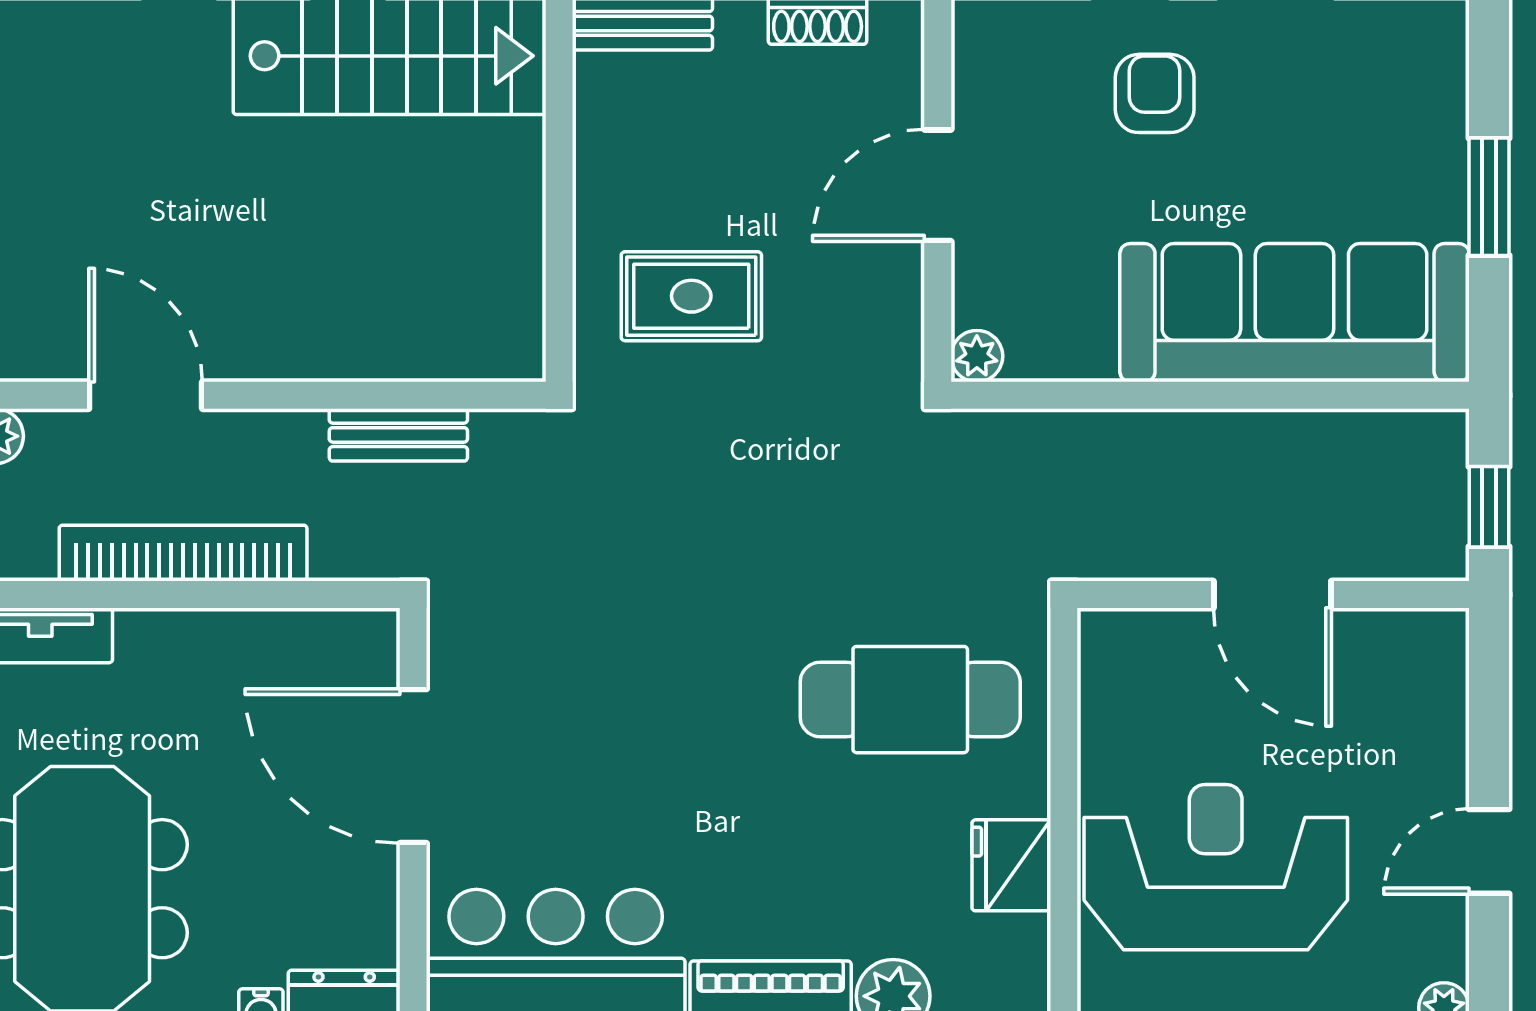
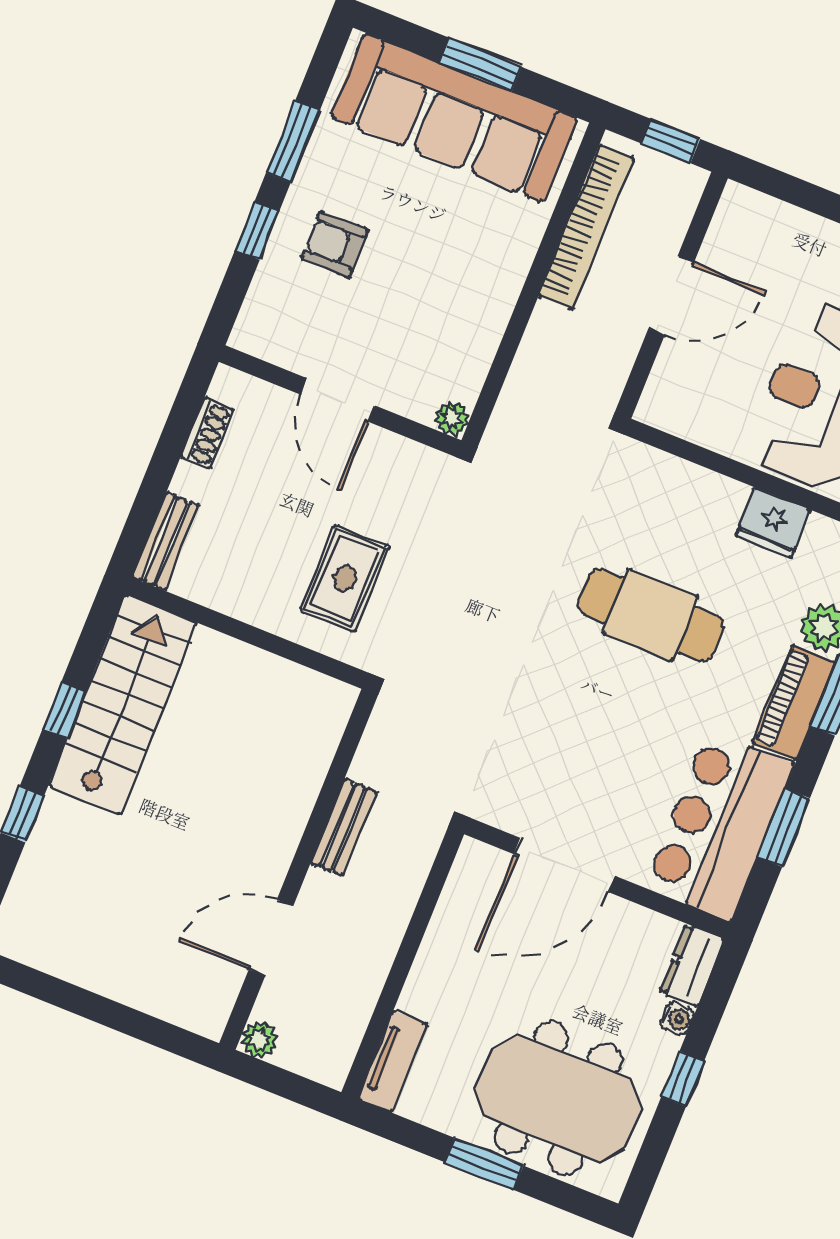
sofa: (1295, 313) -> (454, 118), moved, turned -90
bench: (398, 435) -> (344, 827), moved
bookcase: (183, 553) -> (586, 227), moved, turned 180
cafe table: (910, 700) -> (651, 615), moved, turned 90

